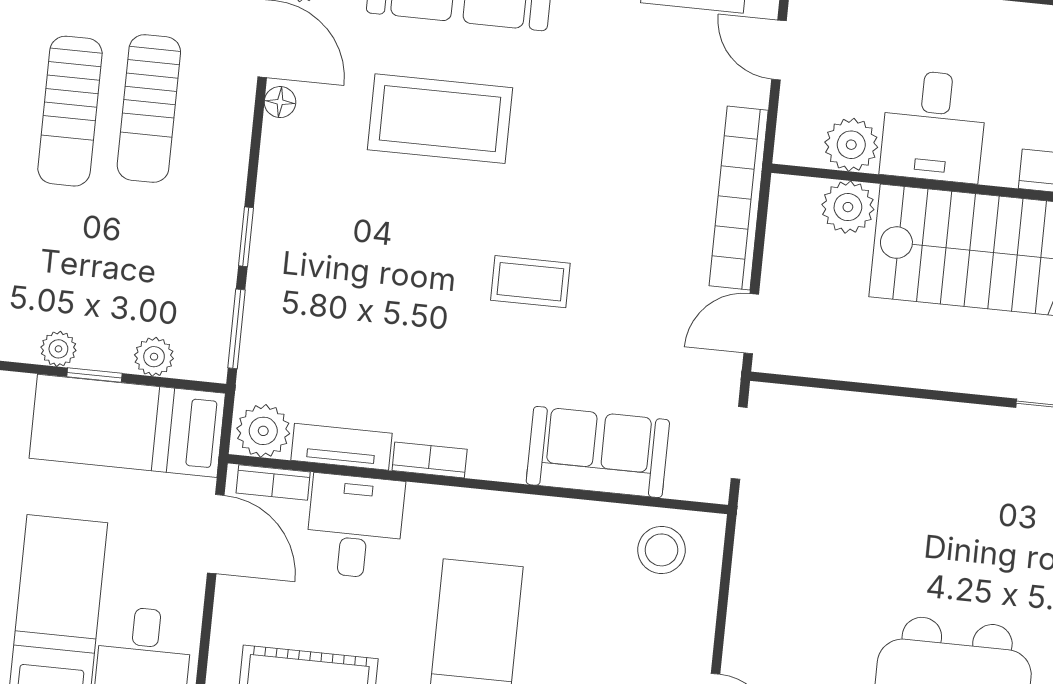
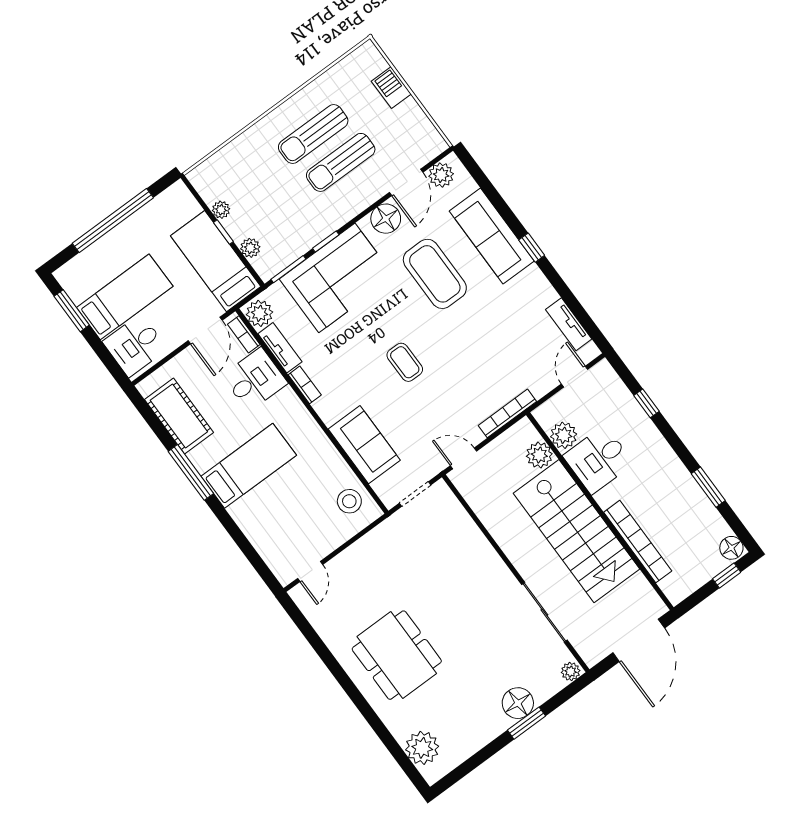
floor lamp: (280, 102) -> (386, 219), width x1.89, depth x1.89
bookcase: (739, 198) -> (507, 413), width x0.68, depth x0.76
corner sofa: (315, 269) -> (337, 278), added

